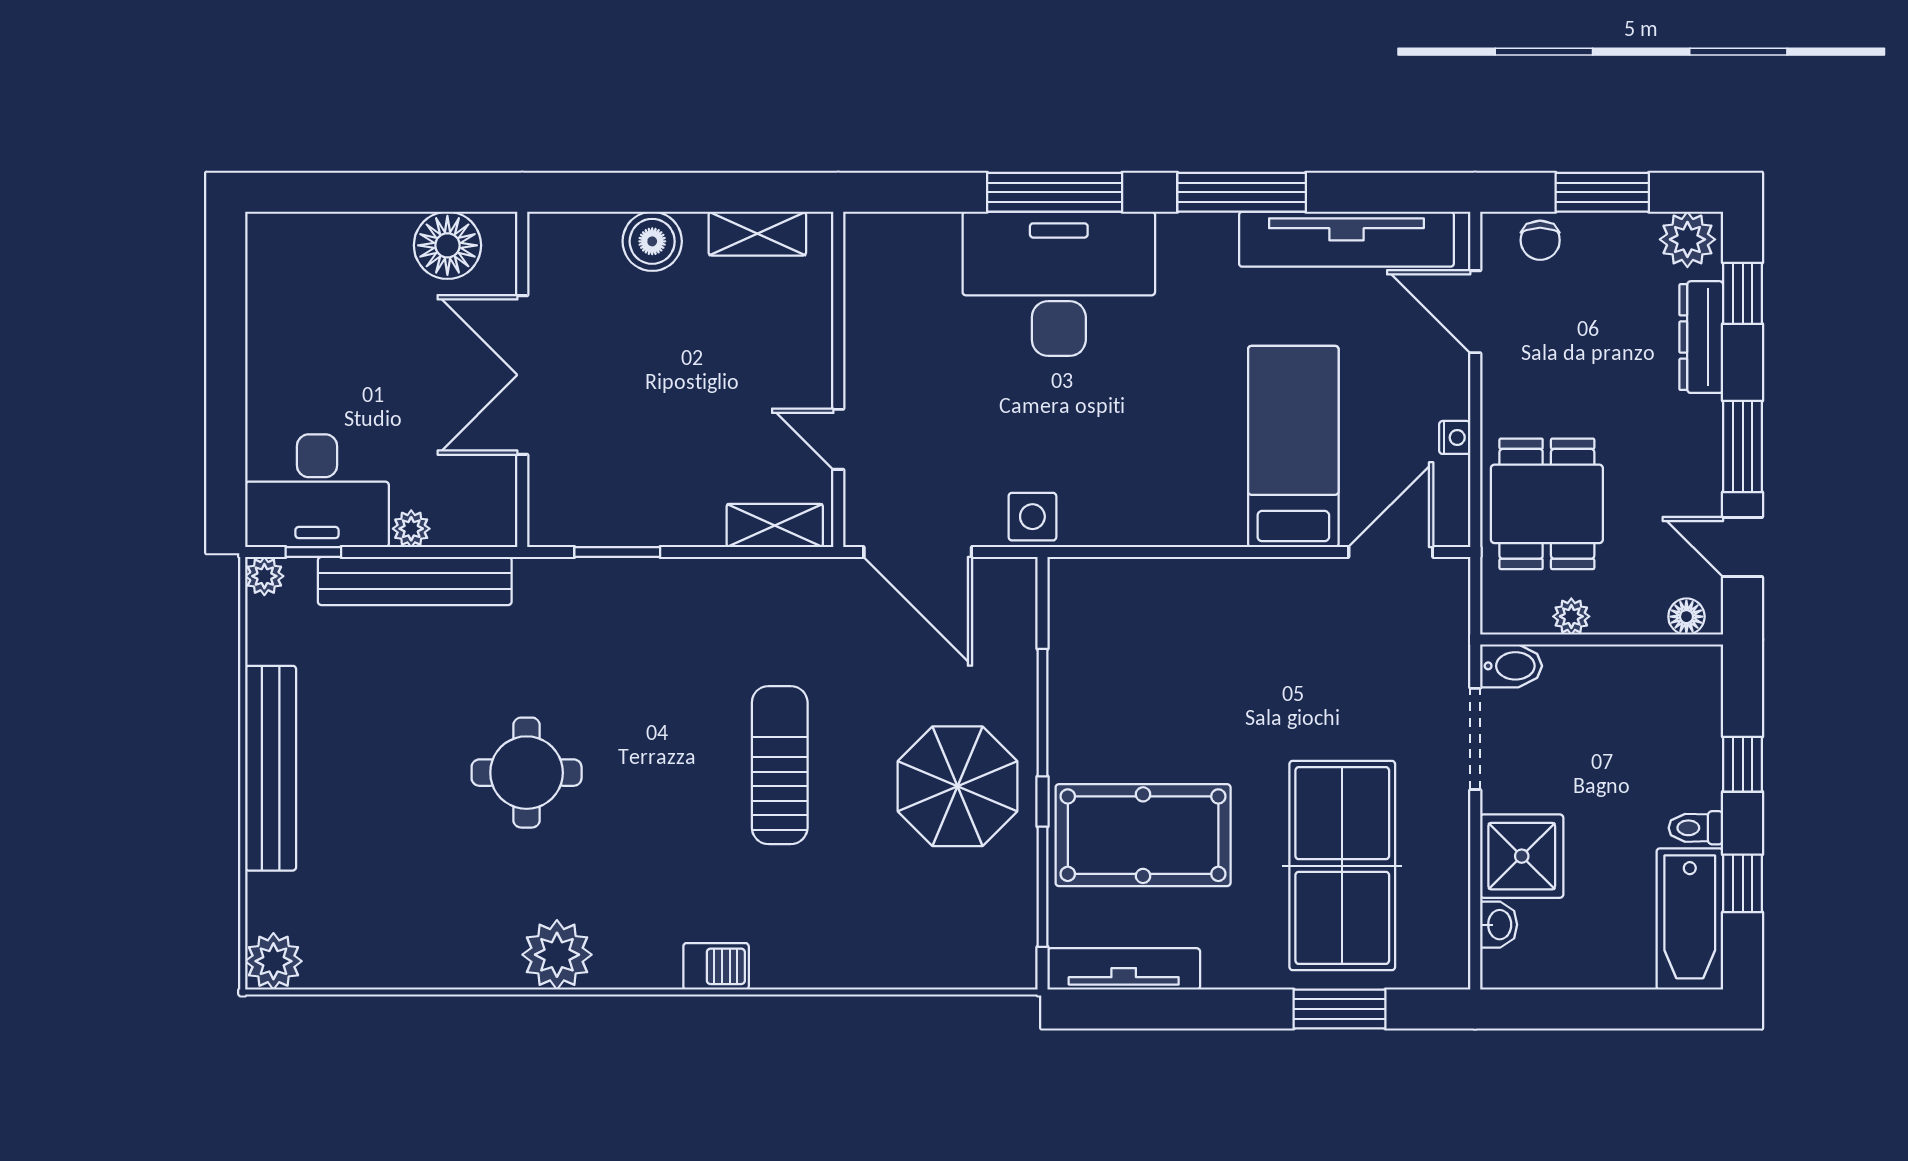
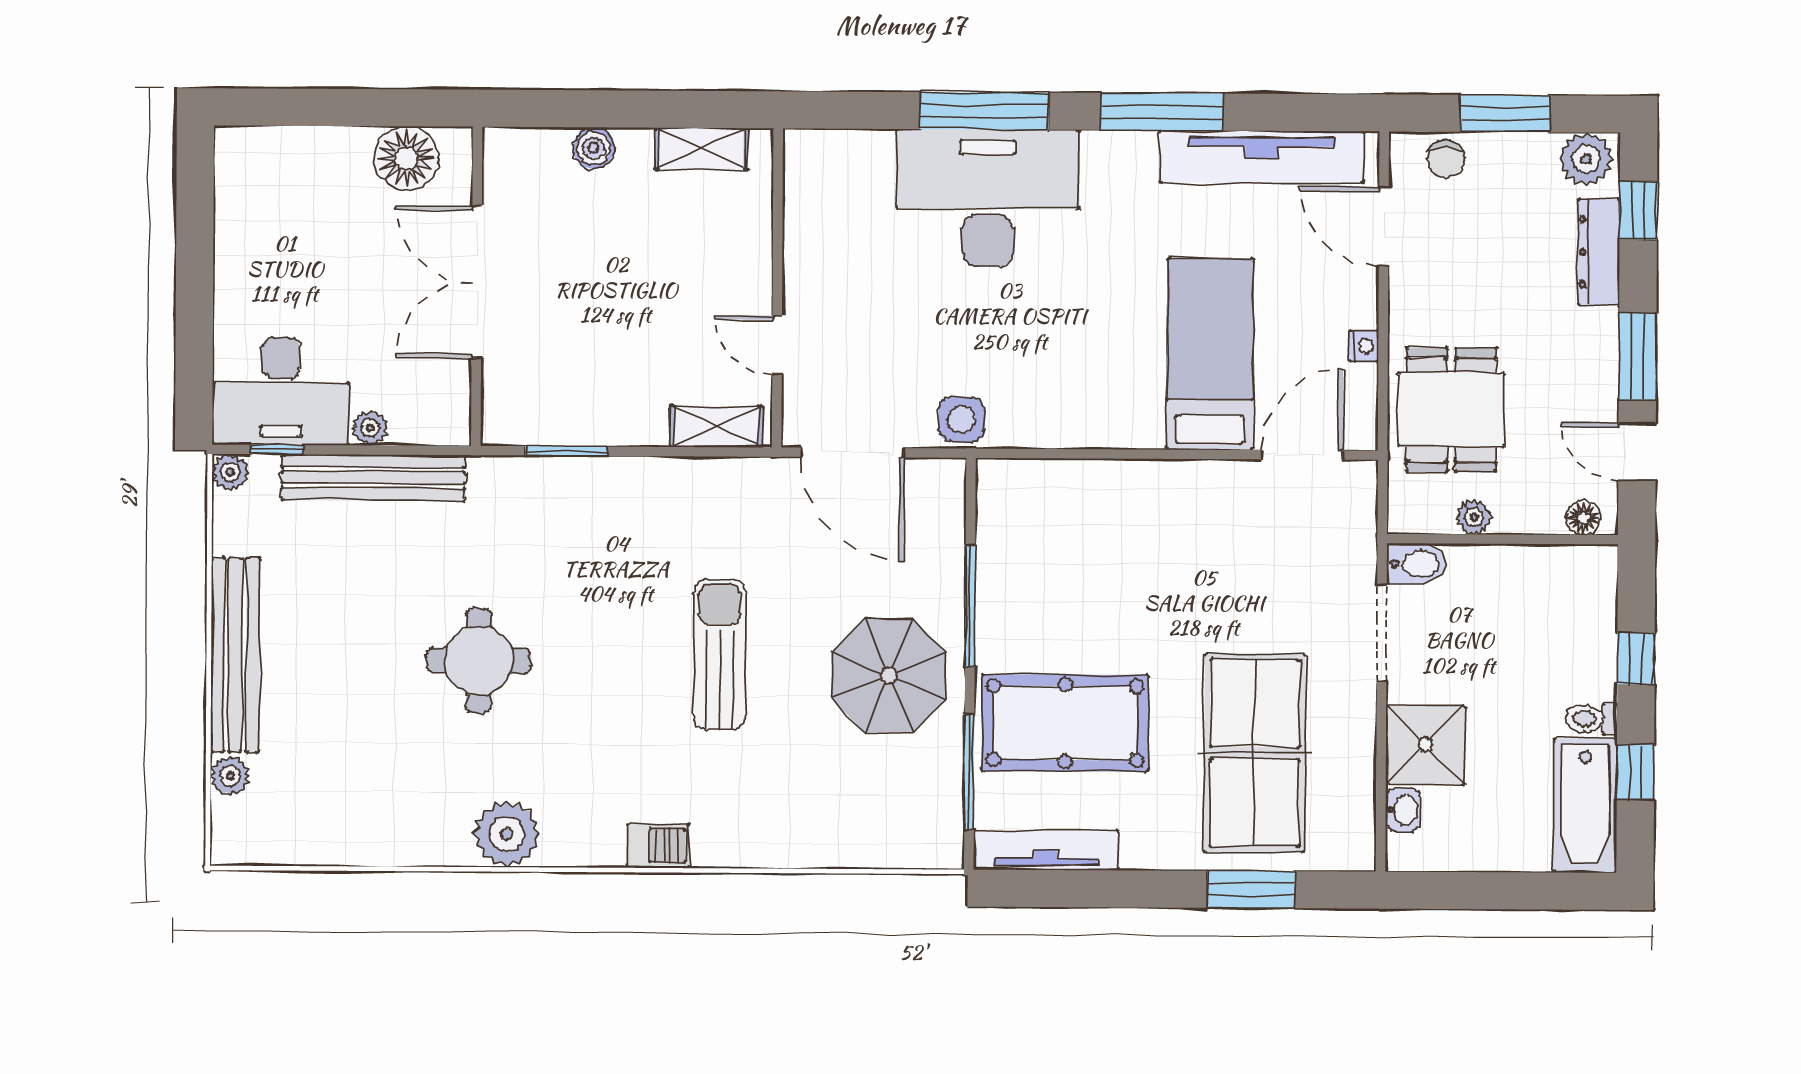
boiler: (652, 241) -> (594, 148), width x0.73, depth x0.73
plant: (273, 961) -> (230, 776), moved, width x0.73, depth x0.73

